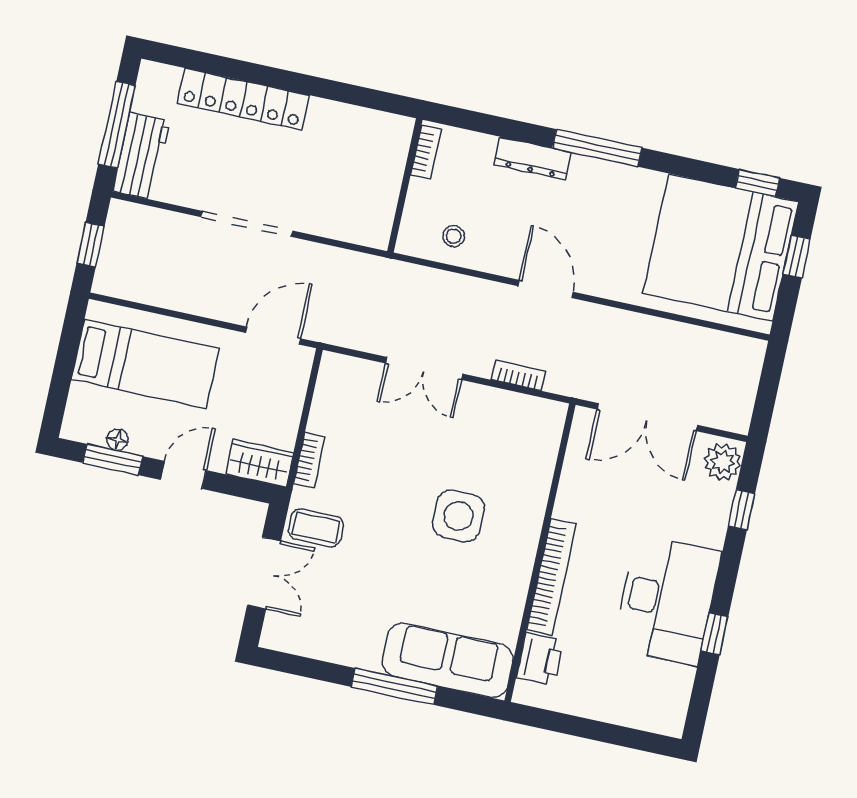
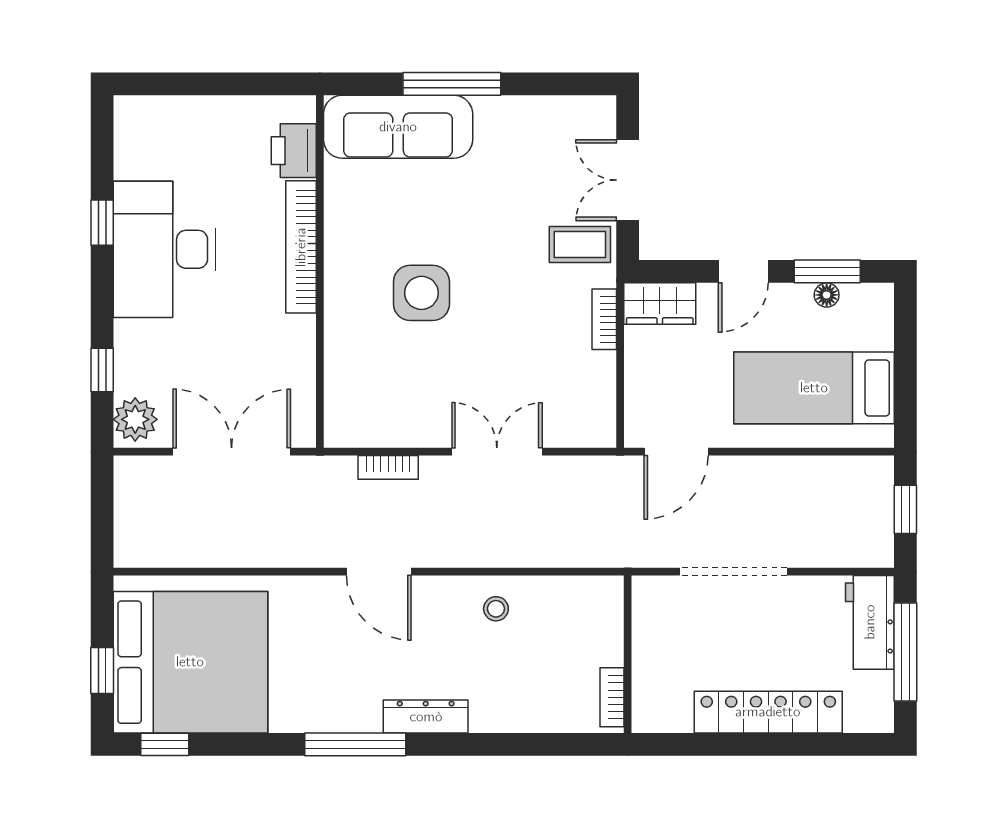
bookcase: (426, 152) -> (612, 697), moved
wall: (405, 185) -> (628, 654), moved

